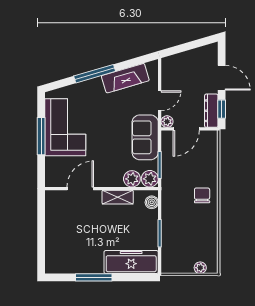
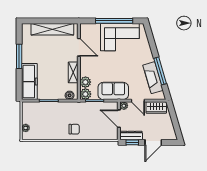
wardrobe: (170, 73) -> (156, 108), added
window: (95, 74) -> (160, 71), moved
window: (41, 136) -> (114, 21), width x1.46
shelving: (53, 228) -> (52, 29), added

